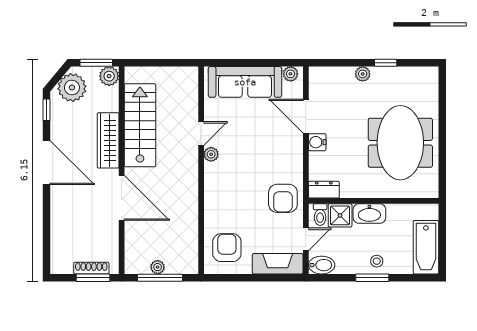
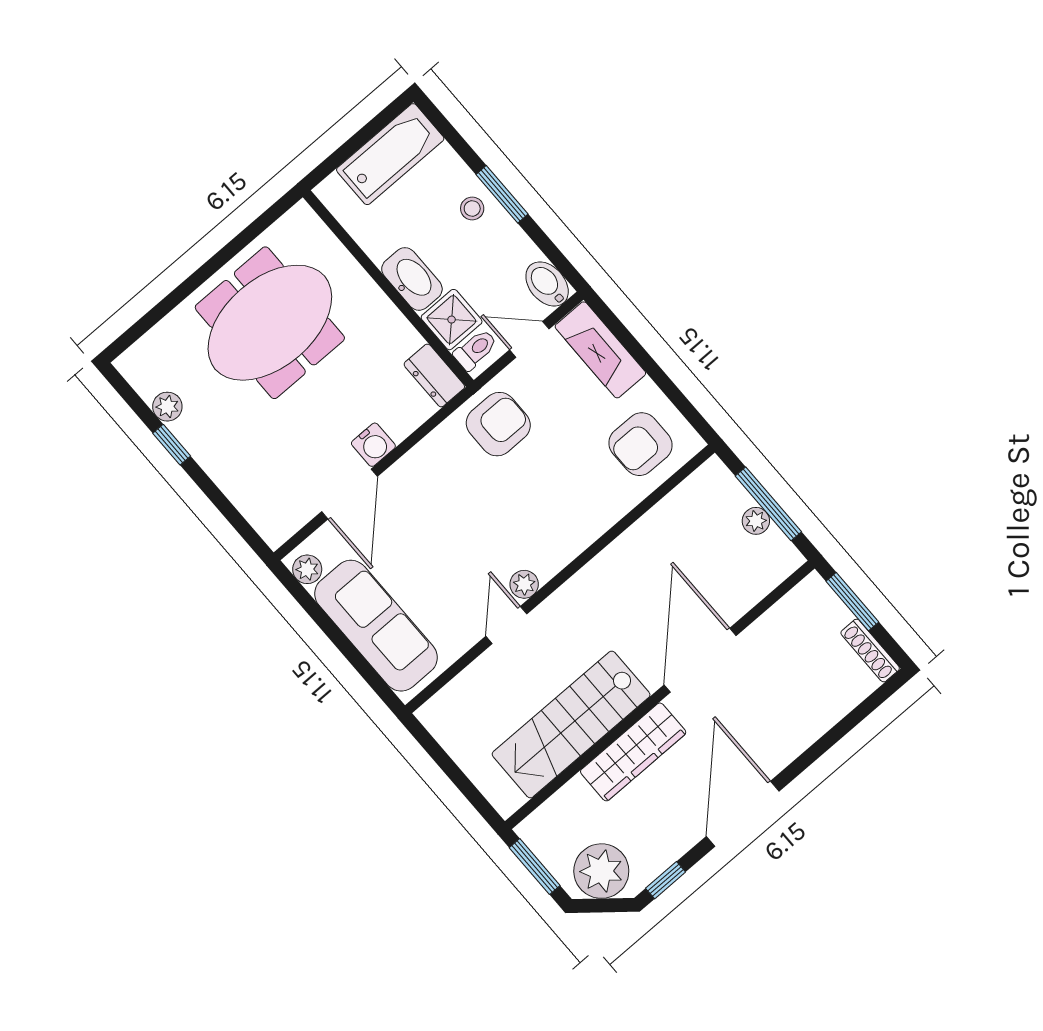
plant: (363, 74) -> (167, 407), moved
plant: (109, 76) -> (538, 831), removed
door: (201, 133) -> (506, 625), hinge flipped
shoe rack: (91, 268) -> (870, 651), moved

